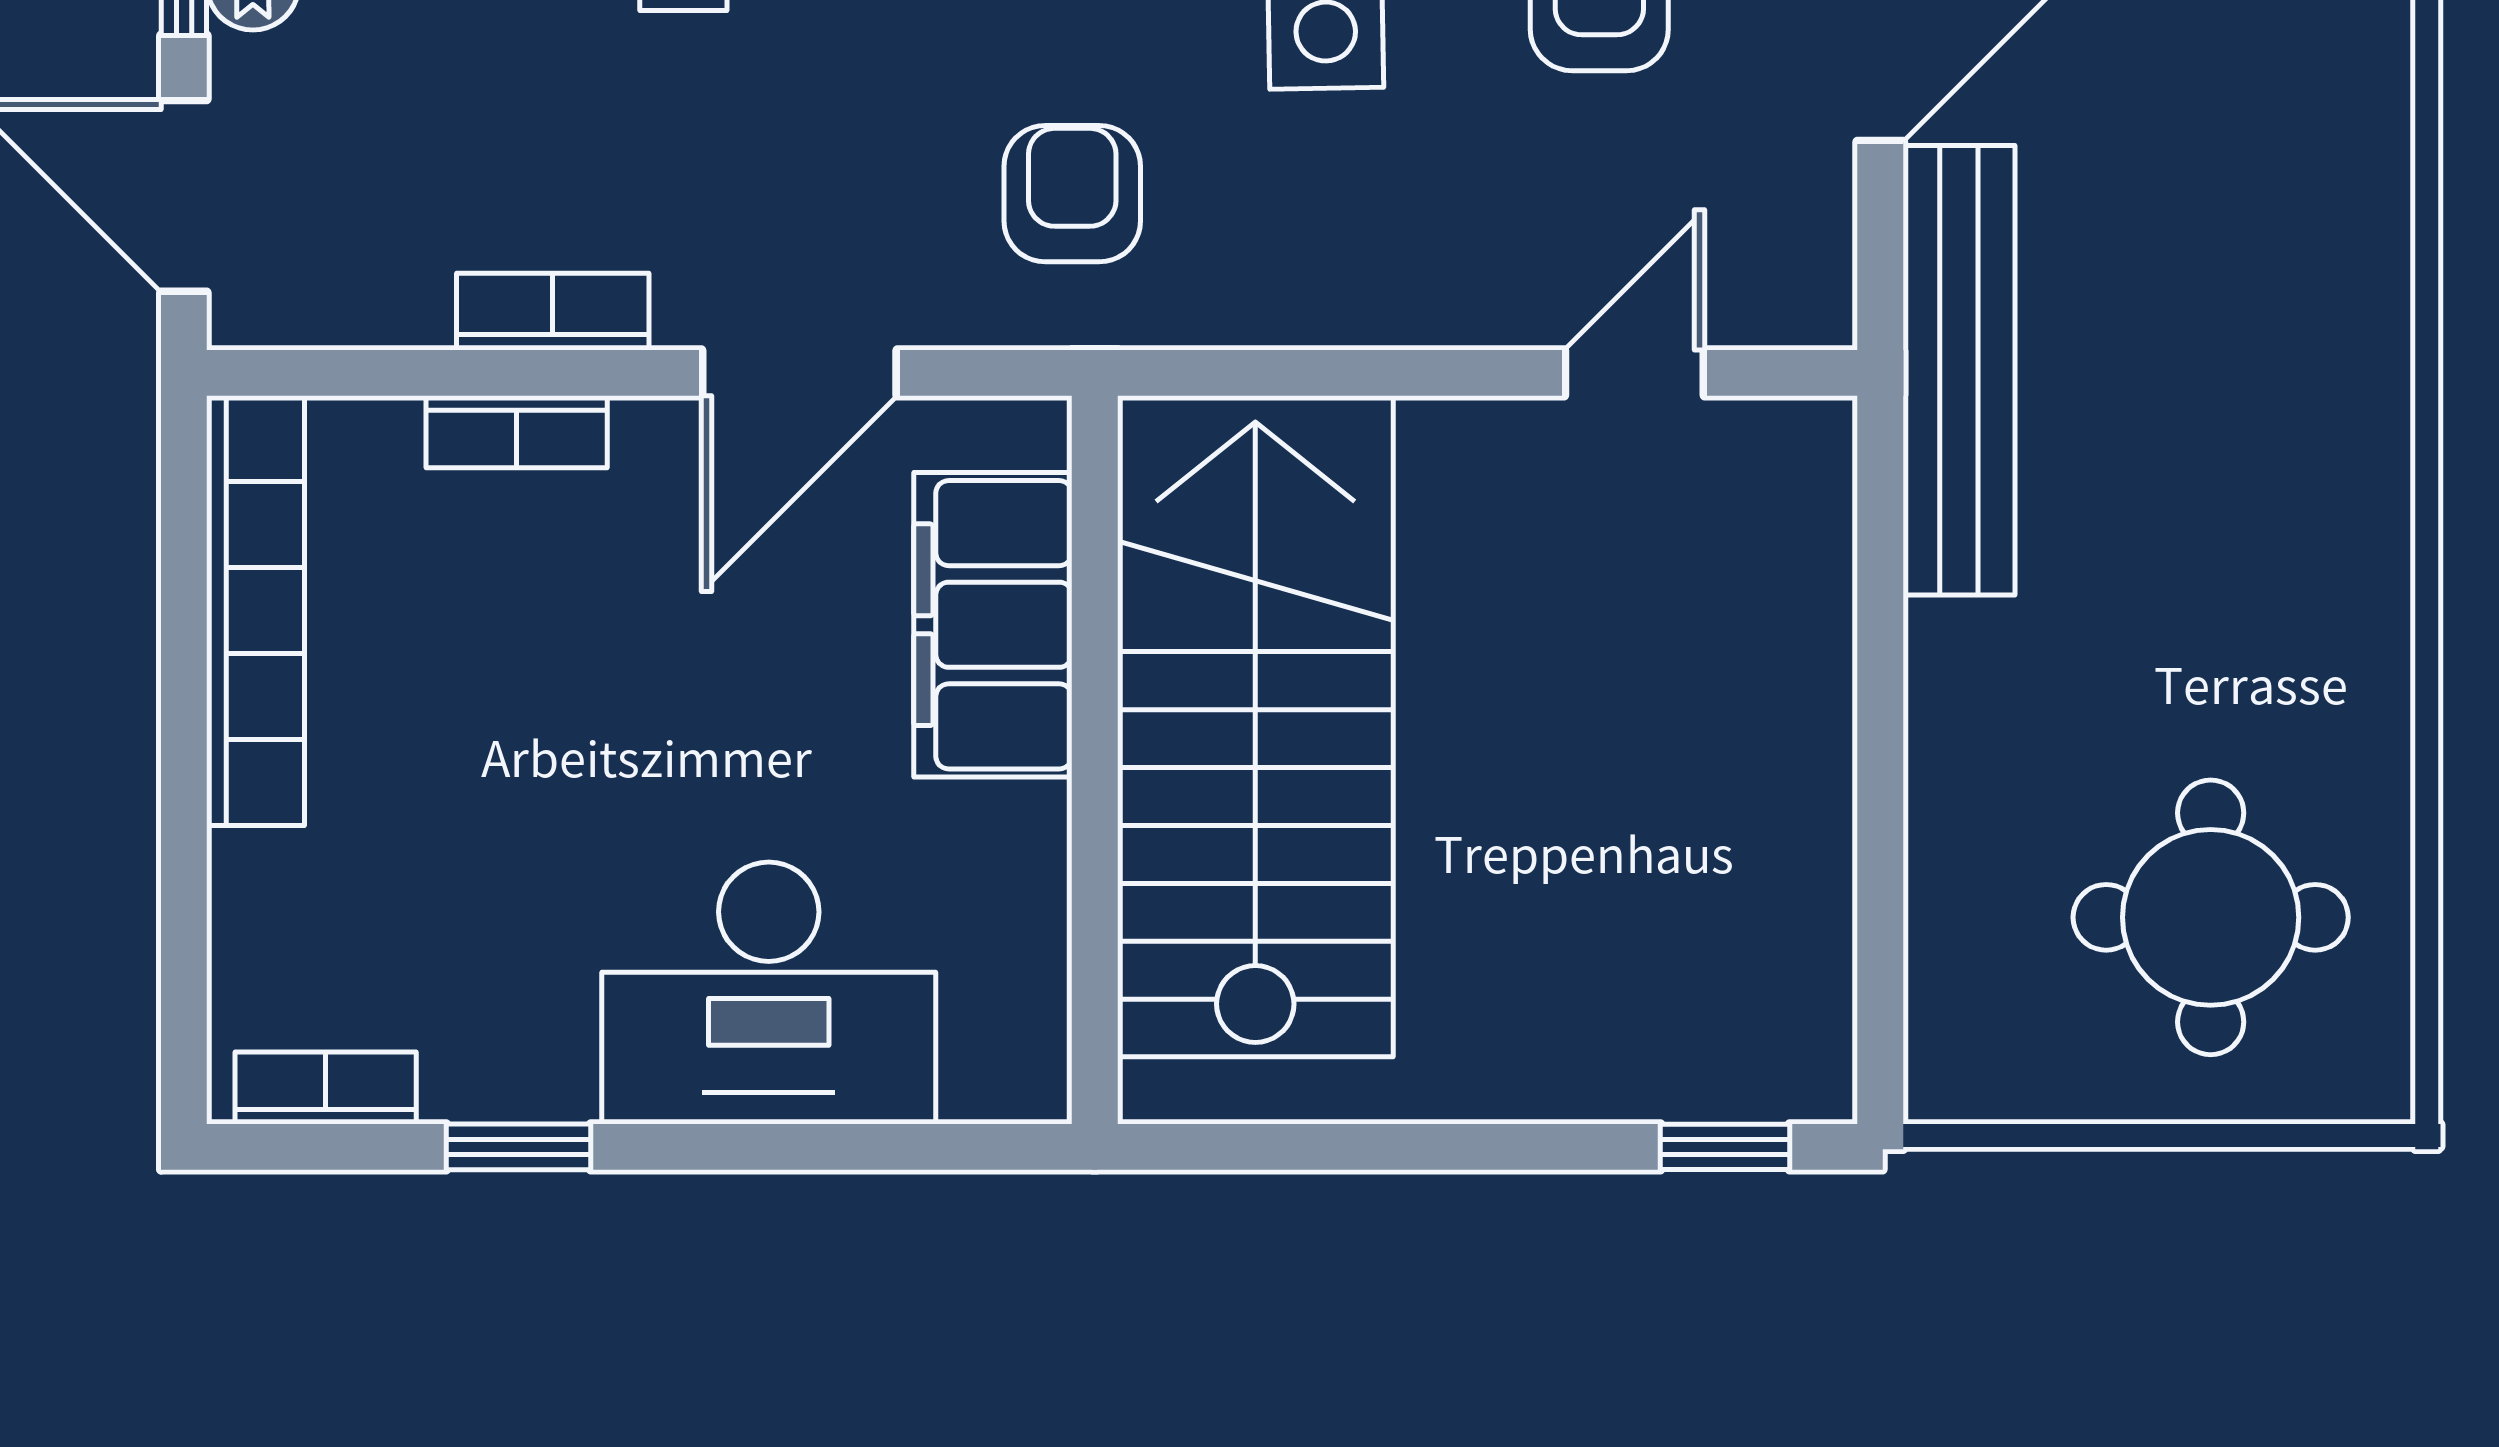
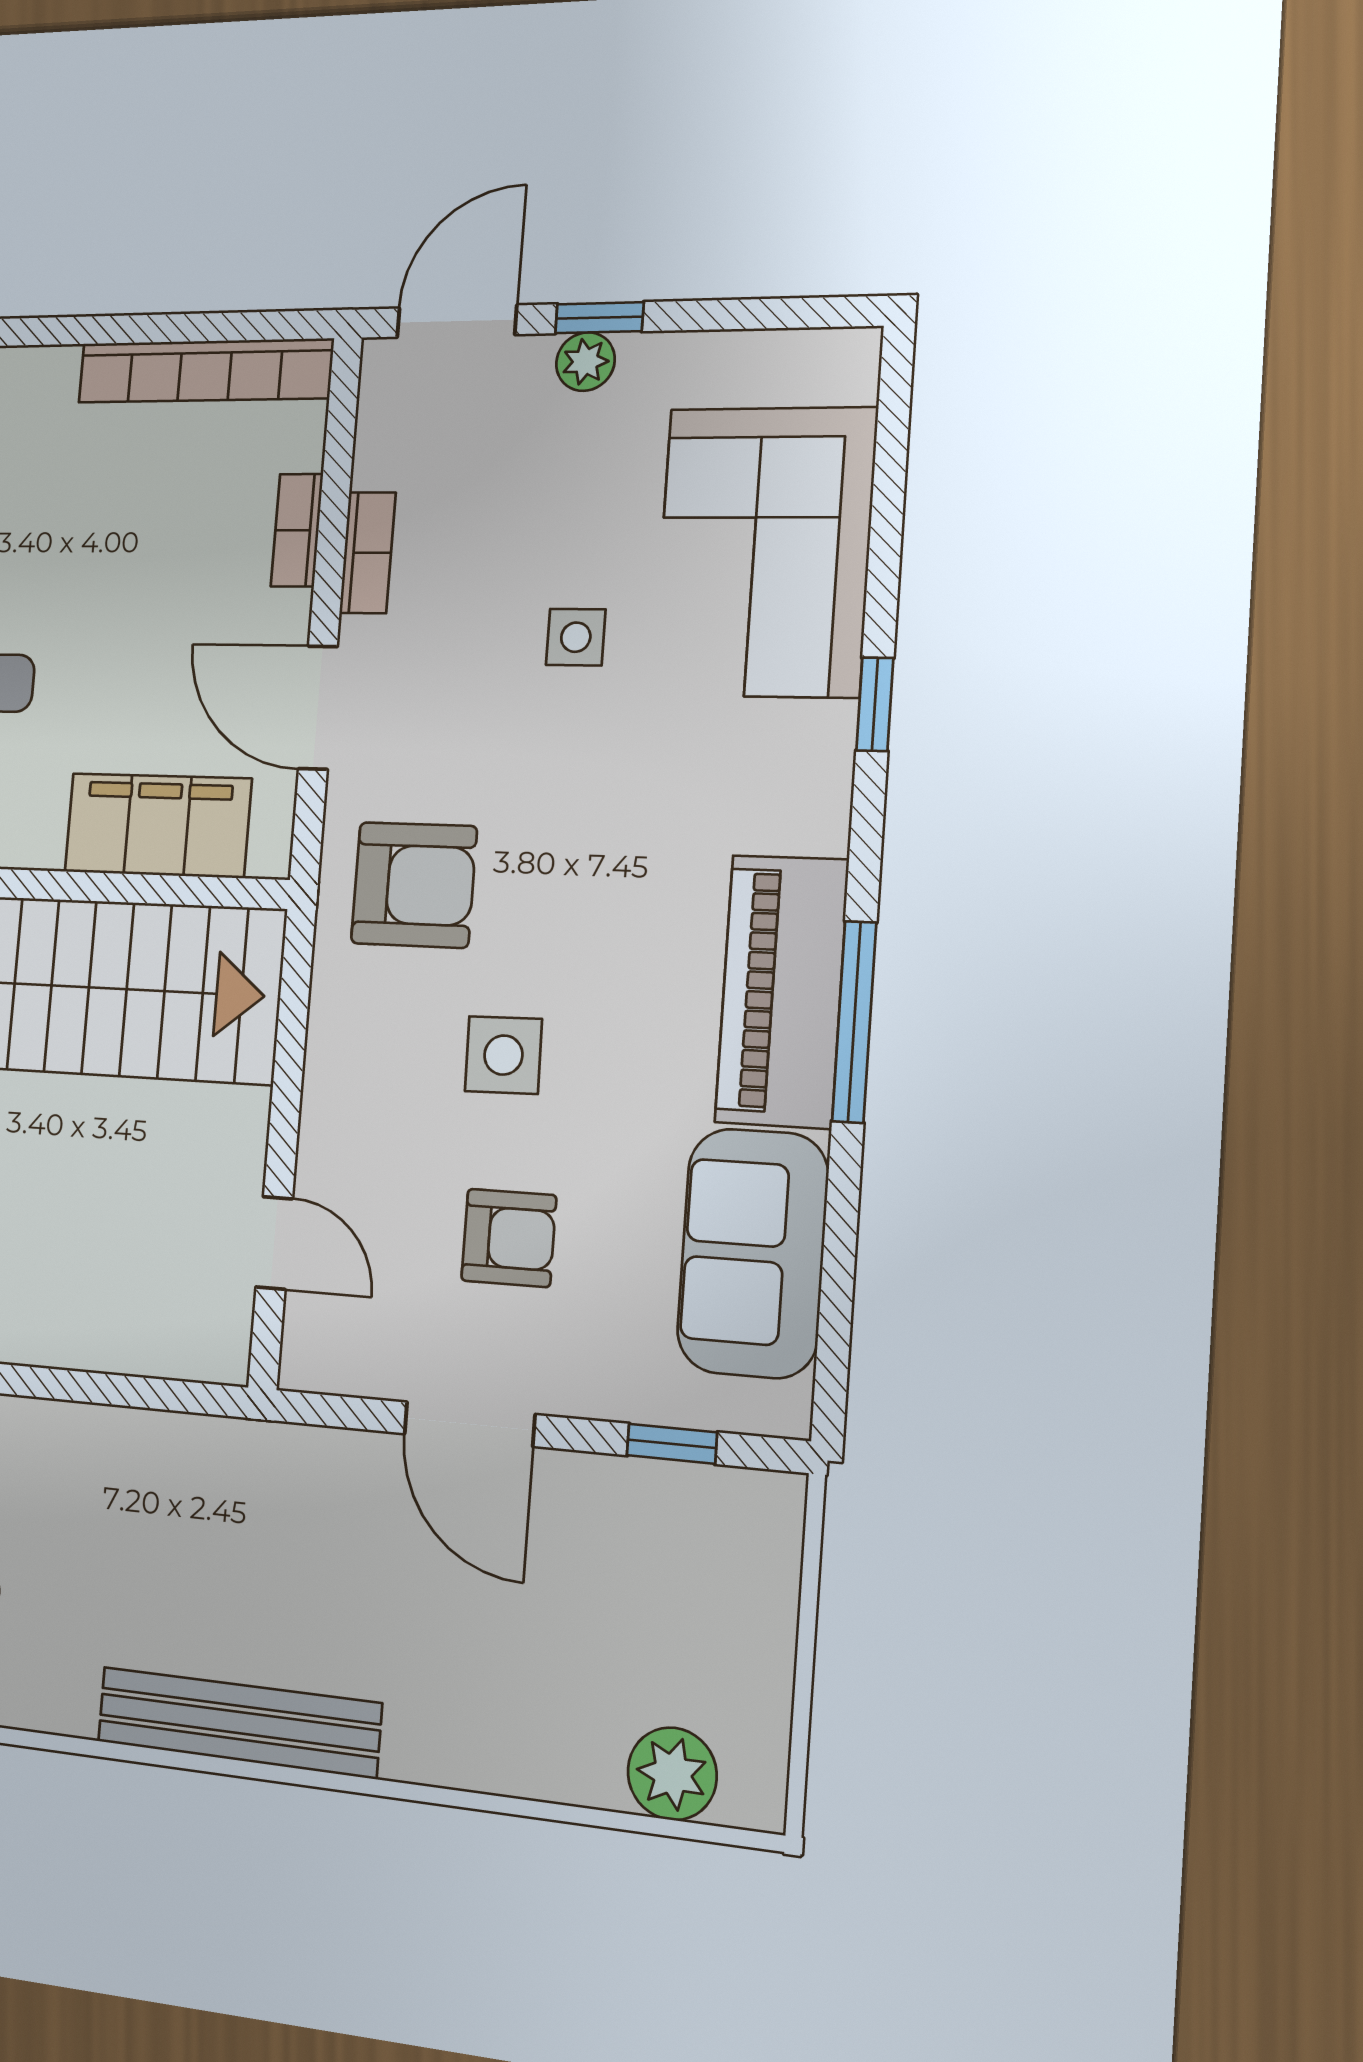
armchair: (1072, 194) -> (414, 885), width x1.38, depth x1.38
bench: (1959, 370) -> (238, 1722), moved

